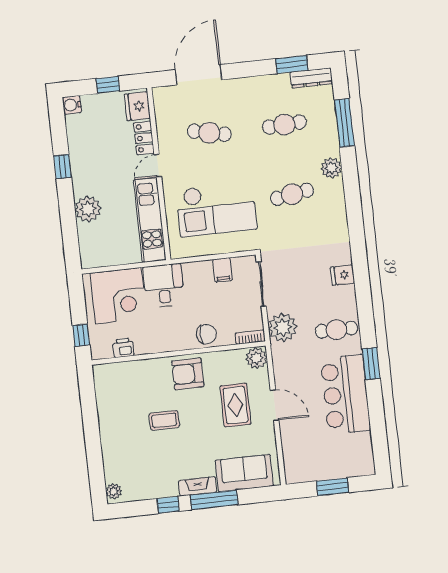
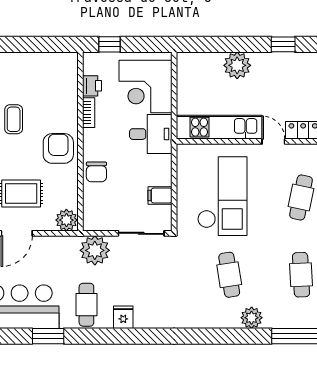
checkout: (216, 209) -> (222, 196), turned 180
fridge: (343, 275) -> (123, 317), moved
bookcase: (250, 337) -> (89, 113), moved

